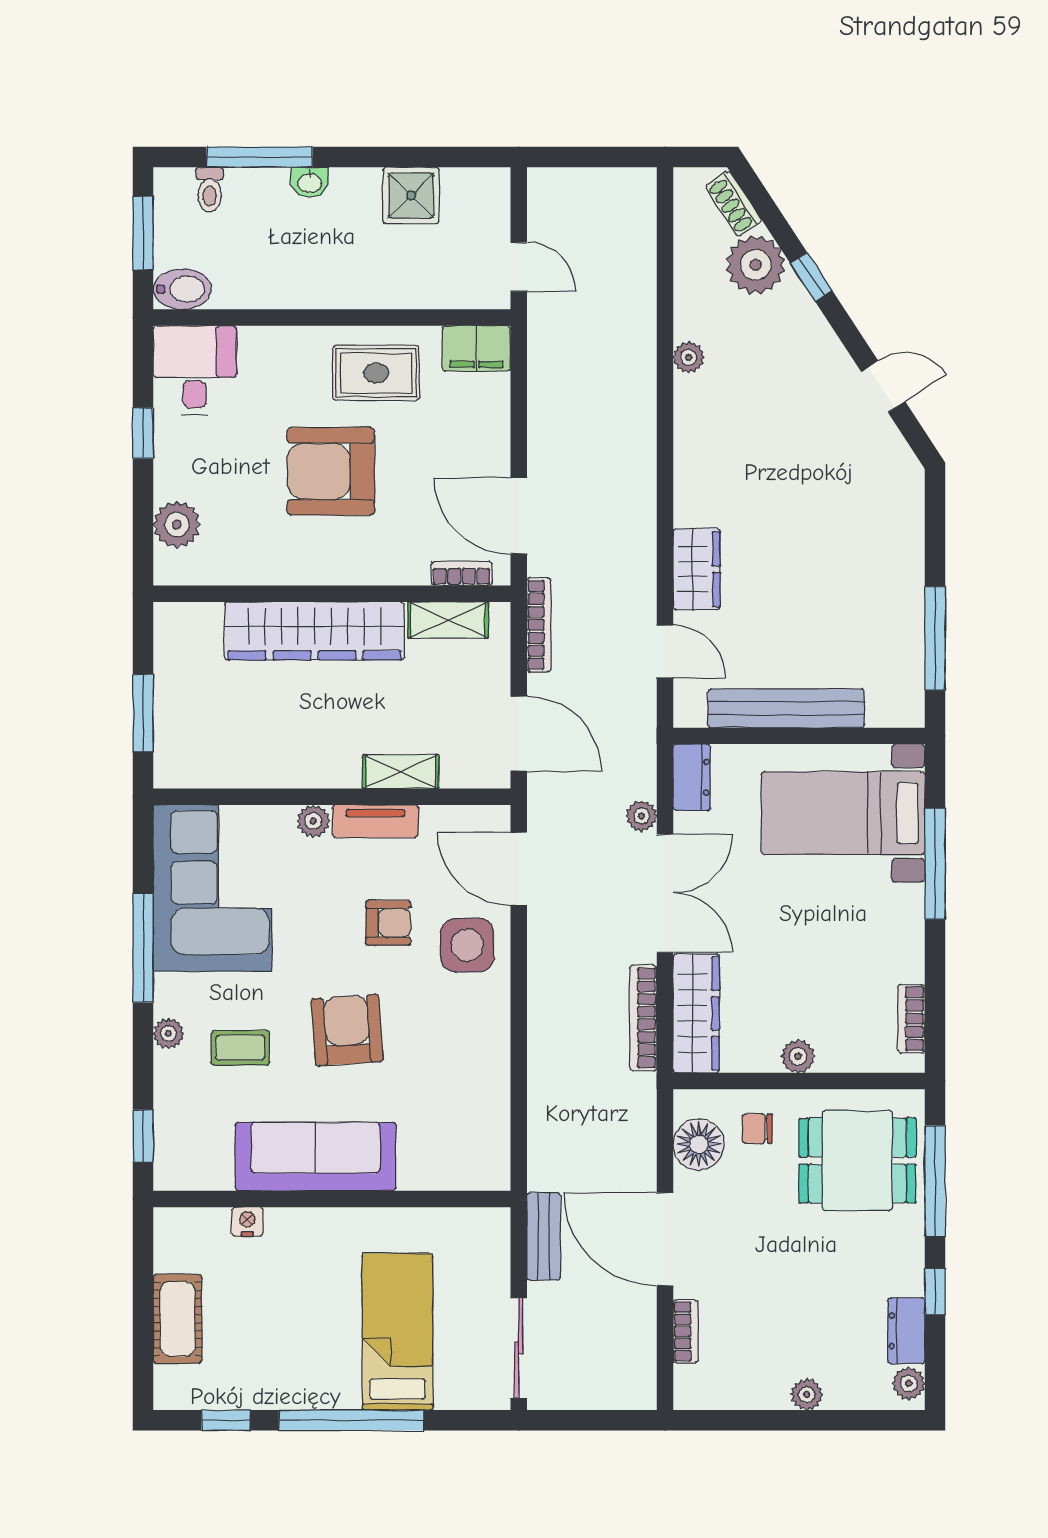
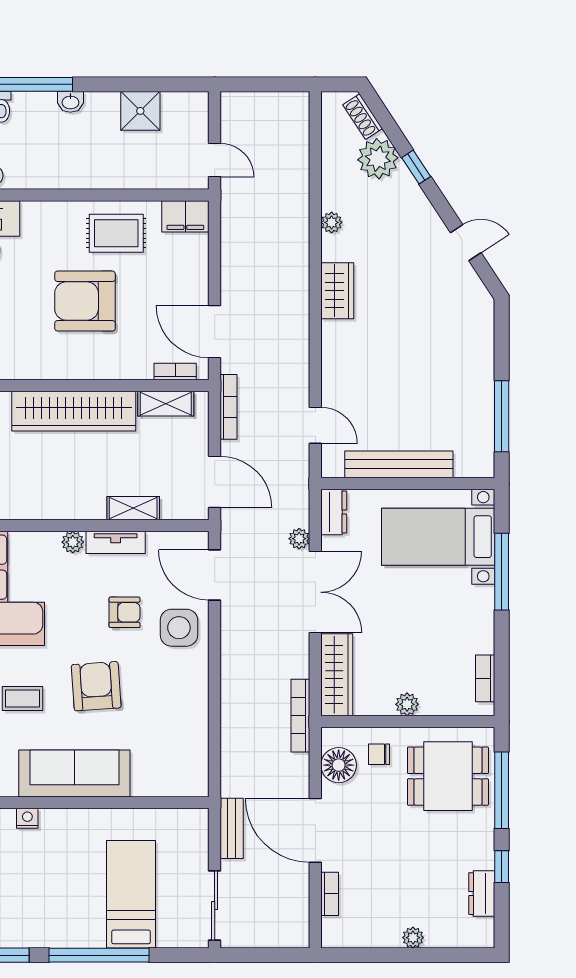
wardrobe: (697, 569) -> (337, 291), moved
bookcase: (643, 1018) -> (300, 716), moved
plant: (909, 1383) -> (483, 930), removed

